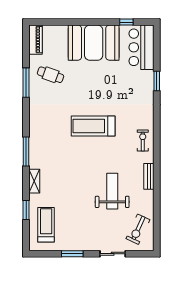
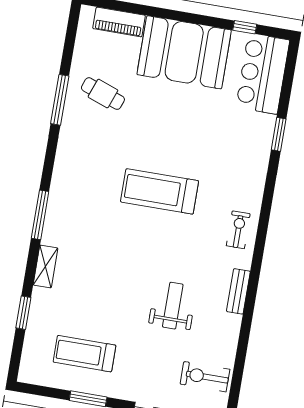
piano: (35, 40) -> (119, 22), moved, turned 90
weight bench: (112, 191) -> (173, 306), width x0.73, depth x0.75
treadmill: (46, 225) -> (84, 354), moved, turned -90
exercise bike: (138, 229) -> (205, 377), turned 65

